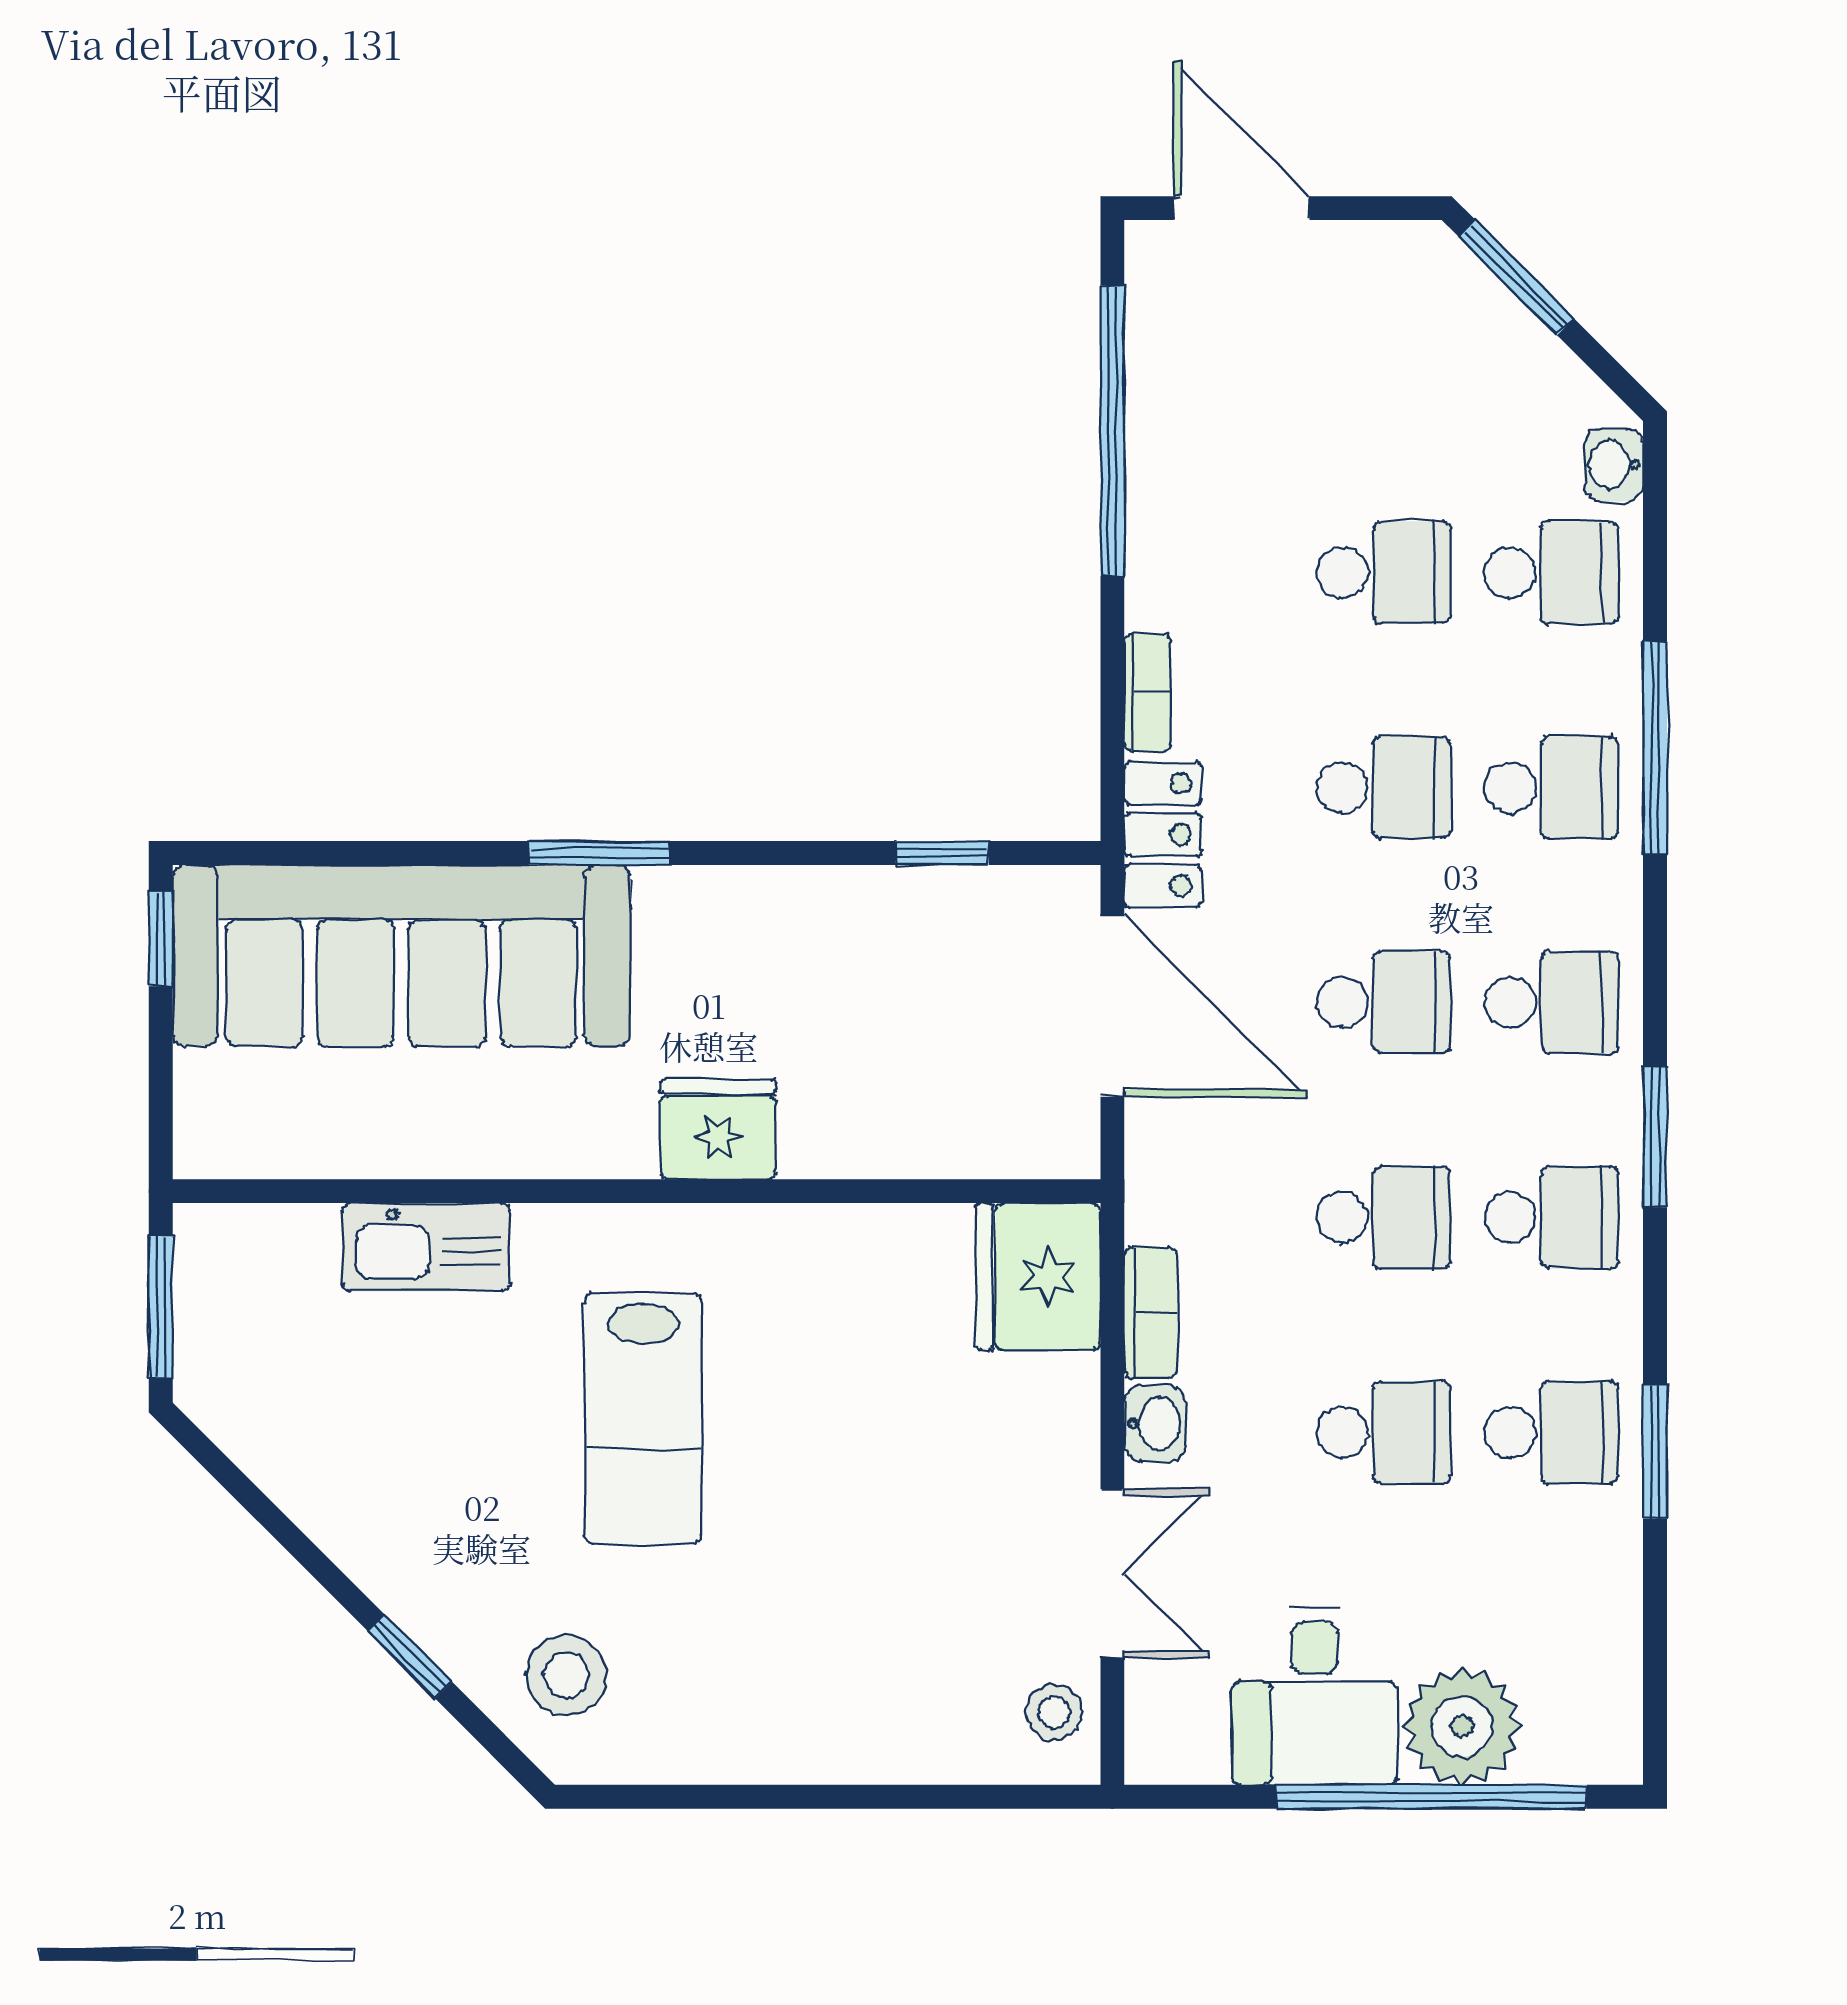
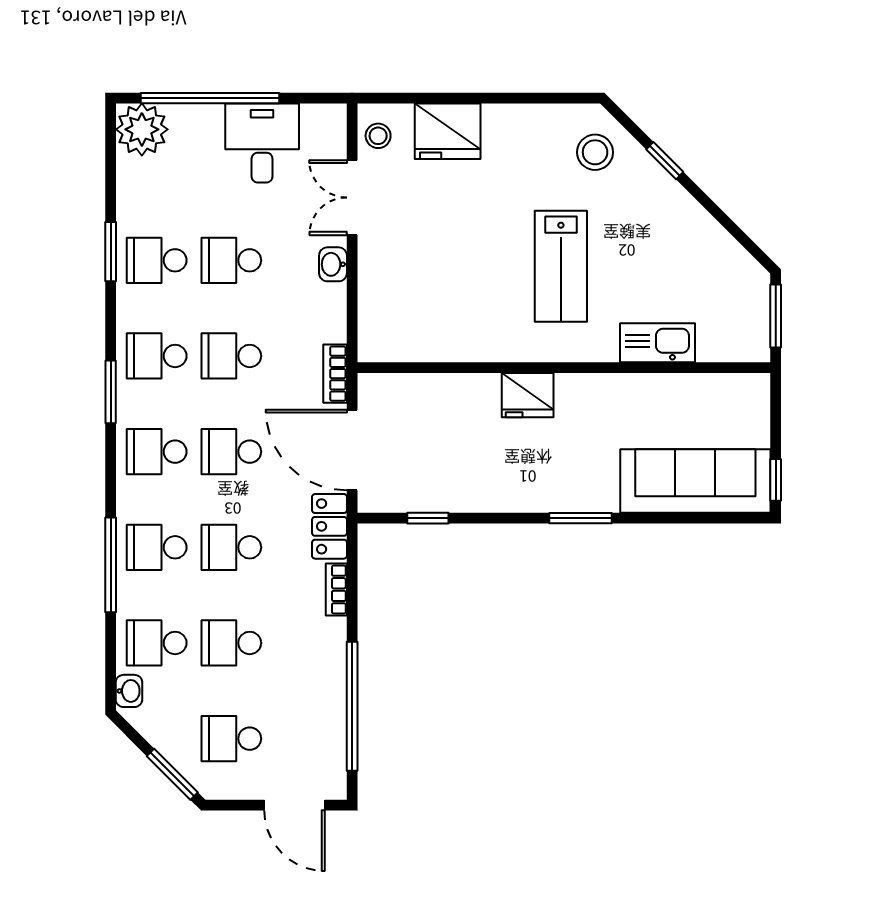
school desk: (1384, 358) -> (231, 739), added
sofa: (401, 956) -> (695, 481), width x0.74, depth x0.79
fridge: (1038, 1277) -> (448, 131), moved, turned 90
bookcase: (1150, 1313) -> (335, 374), moved
lab bench: (643, 1419) -> (561, 266), turned 180
plant: (1462, 1726) -> (142, 129), moved

